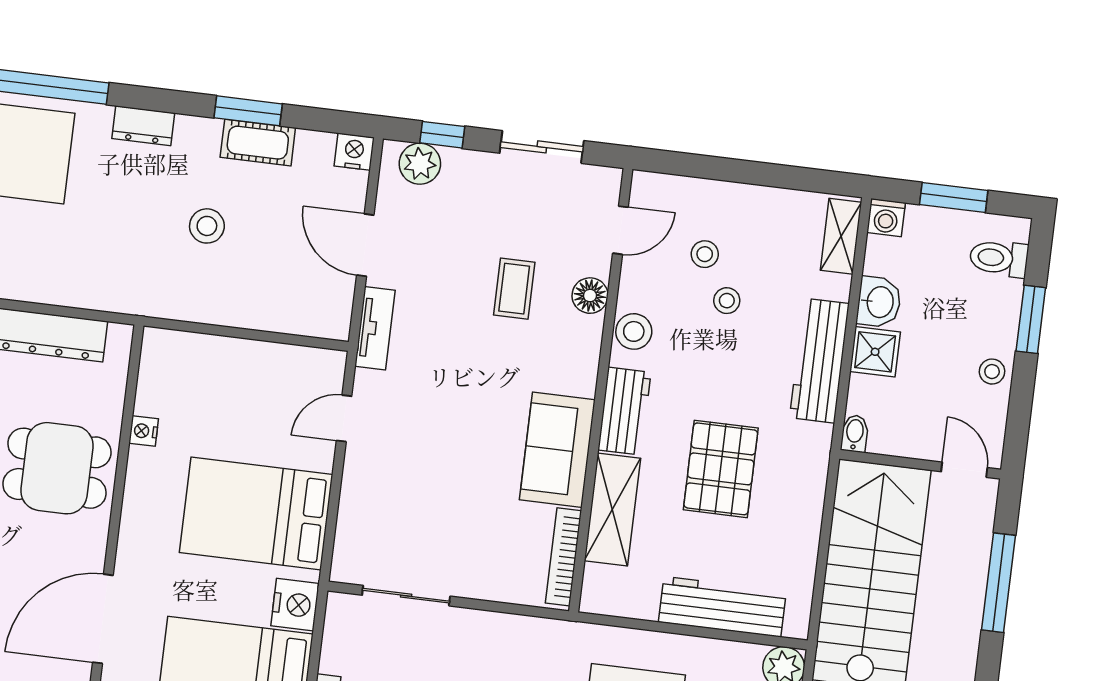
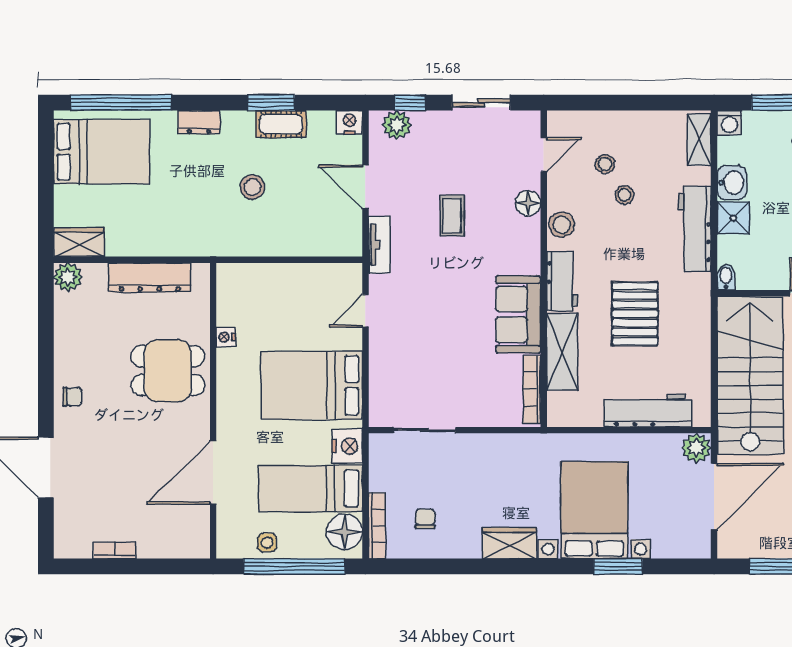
coffee table: (514, 289) -> (452, 216), moved

